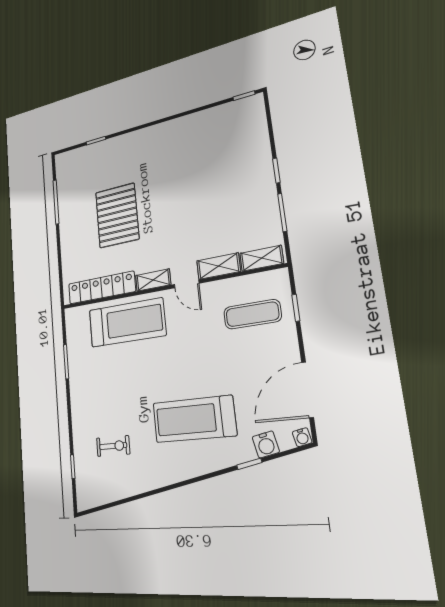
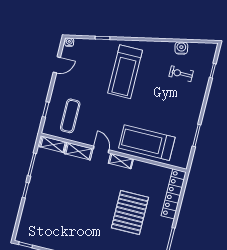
locker: (101, 288) -> (174, 194), moved, turned 90
exercise mat: (252, 314) -> (70, 116), turned 90
door: (308, 390) -> (57, 65), width x0.53
treadmill: (194, 419) -> (125, 72), turned 90
water cooler: (266, 444) -> (181, 48), moved

